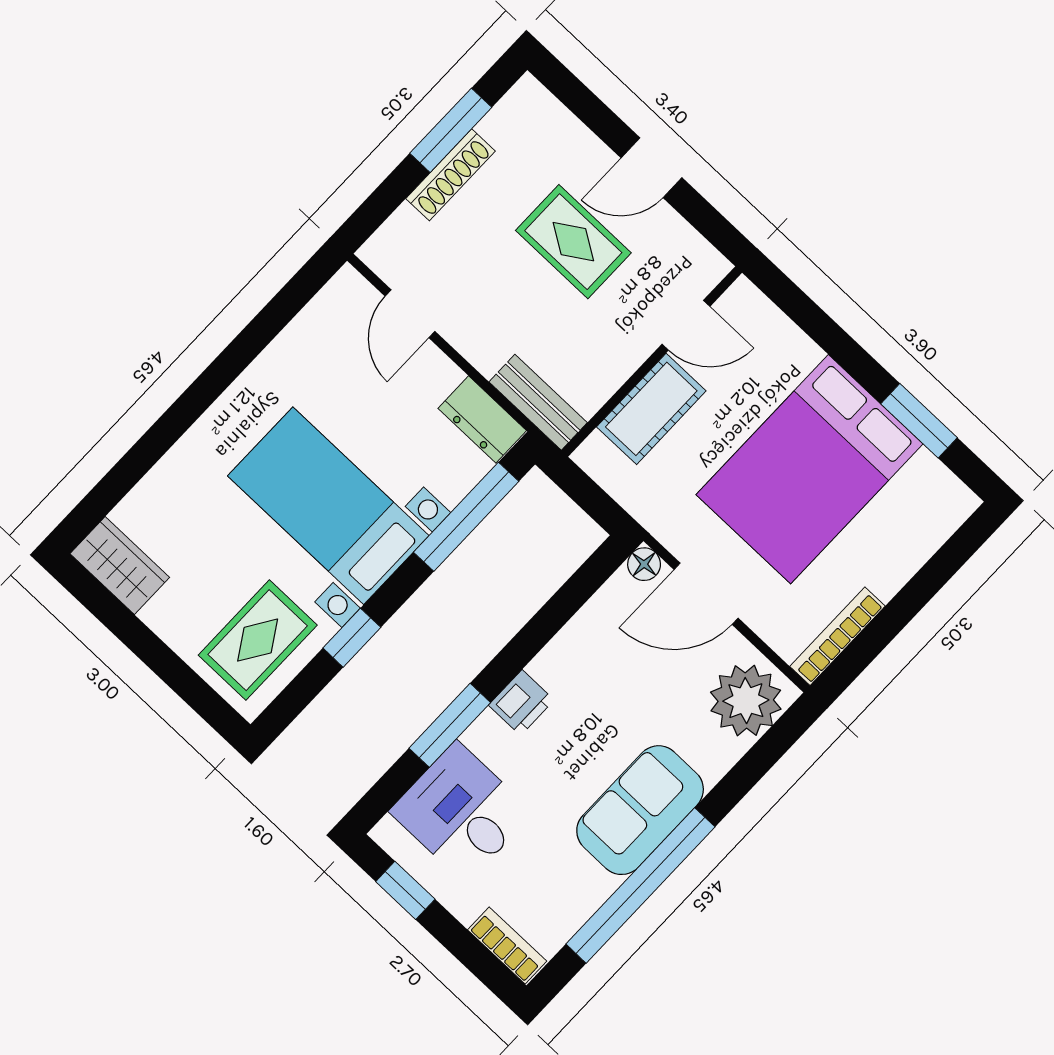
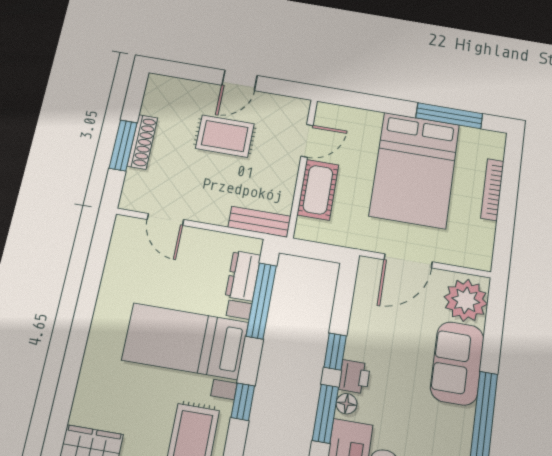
window: (451, 130) -> (123, 145), moved
dresser: (482, 419) -> (243, 276), moved, turned 90
window: (919, 421) -> (449, 116), width x1.44
floor lamp: (644, 564) -> (346, 404), moved
bookcase: (837, 636) -> (492, 190), moved
window: (519, 652) -> (335, 352), added
sofa: (640, 810) -> (457, 363), moved

